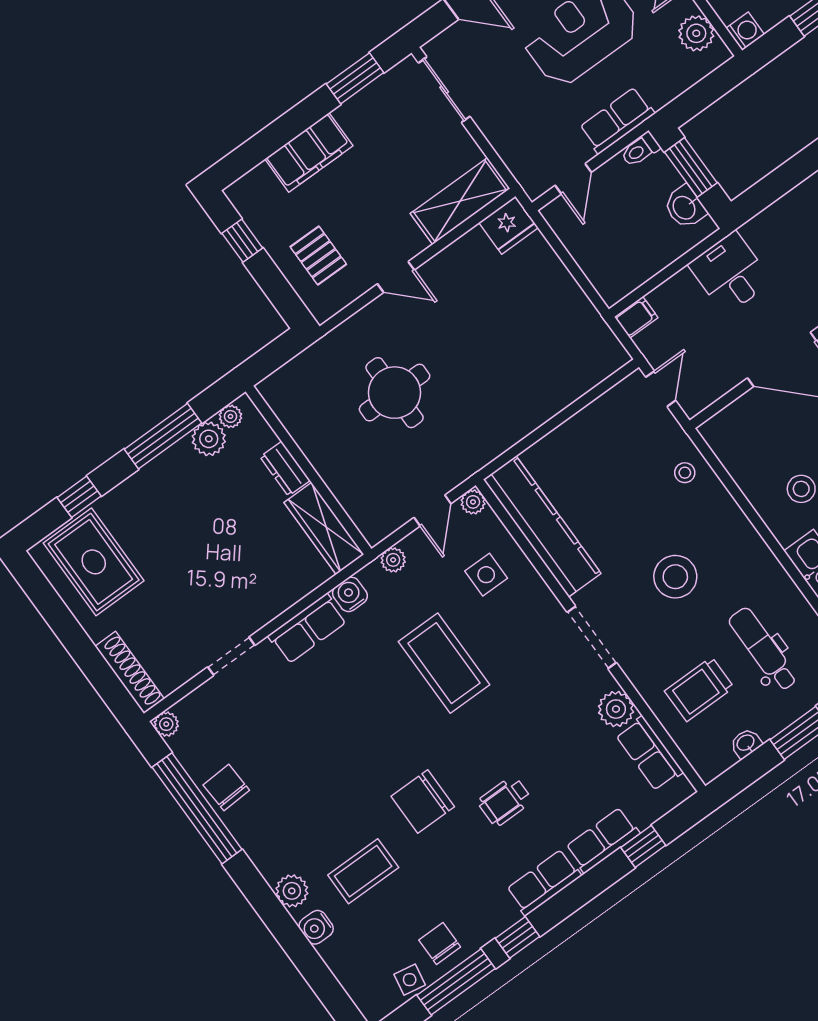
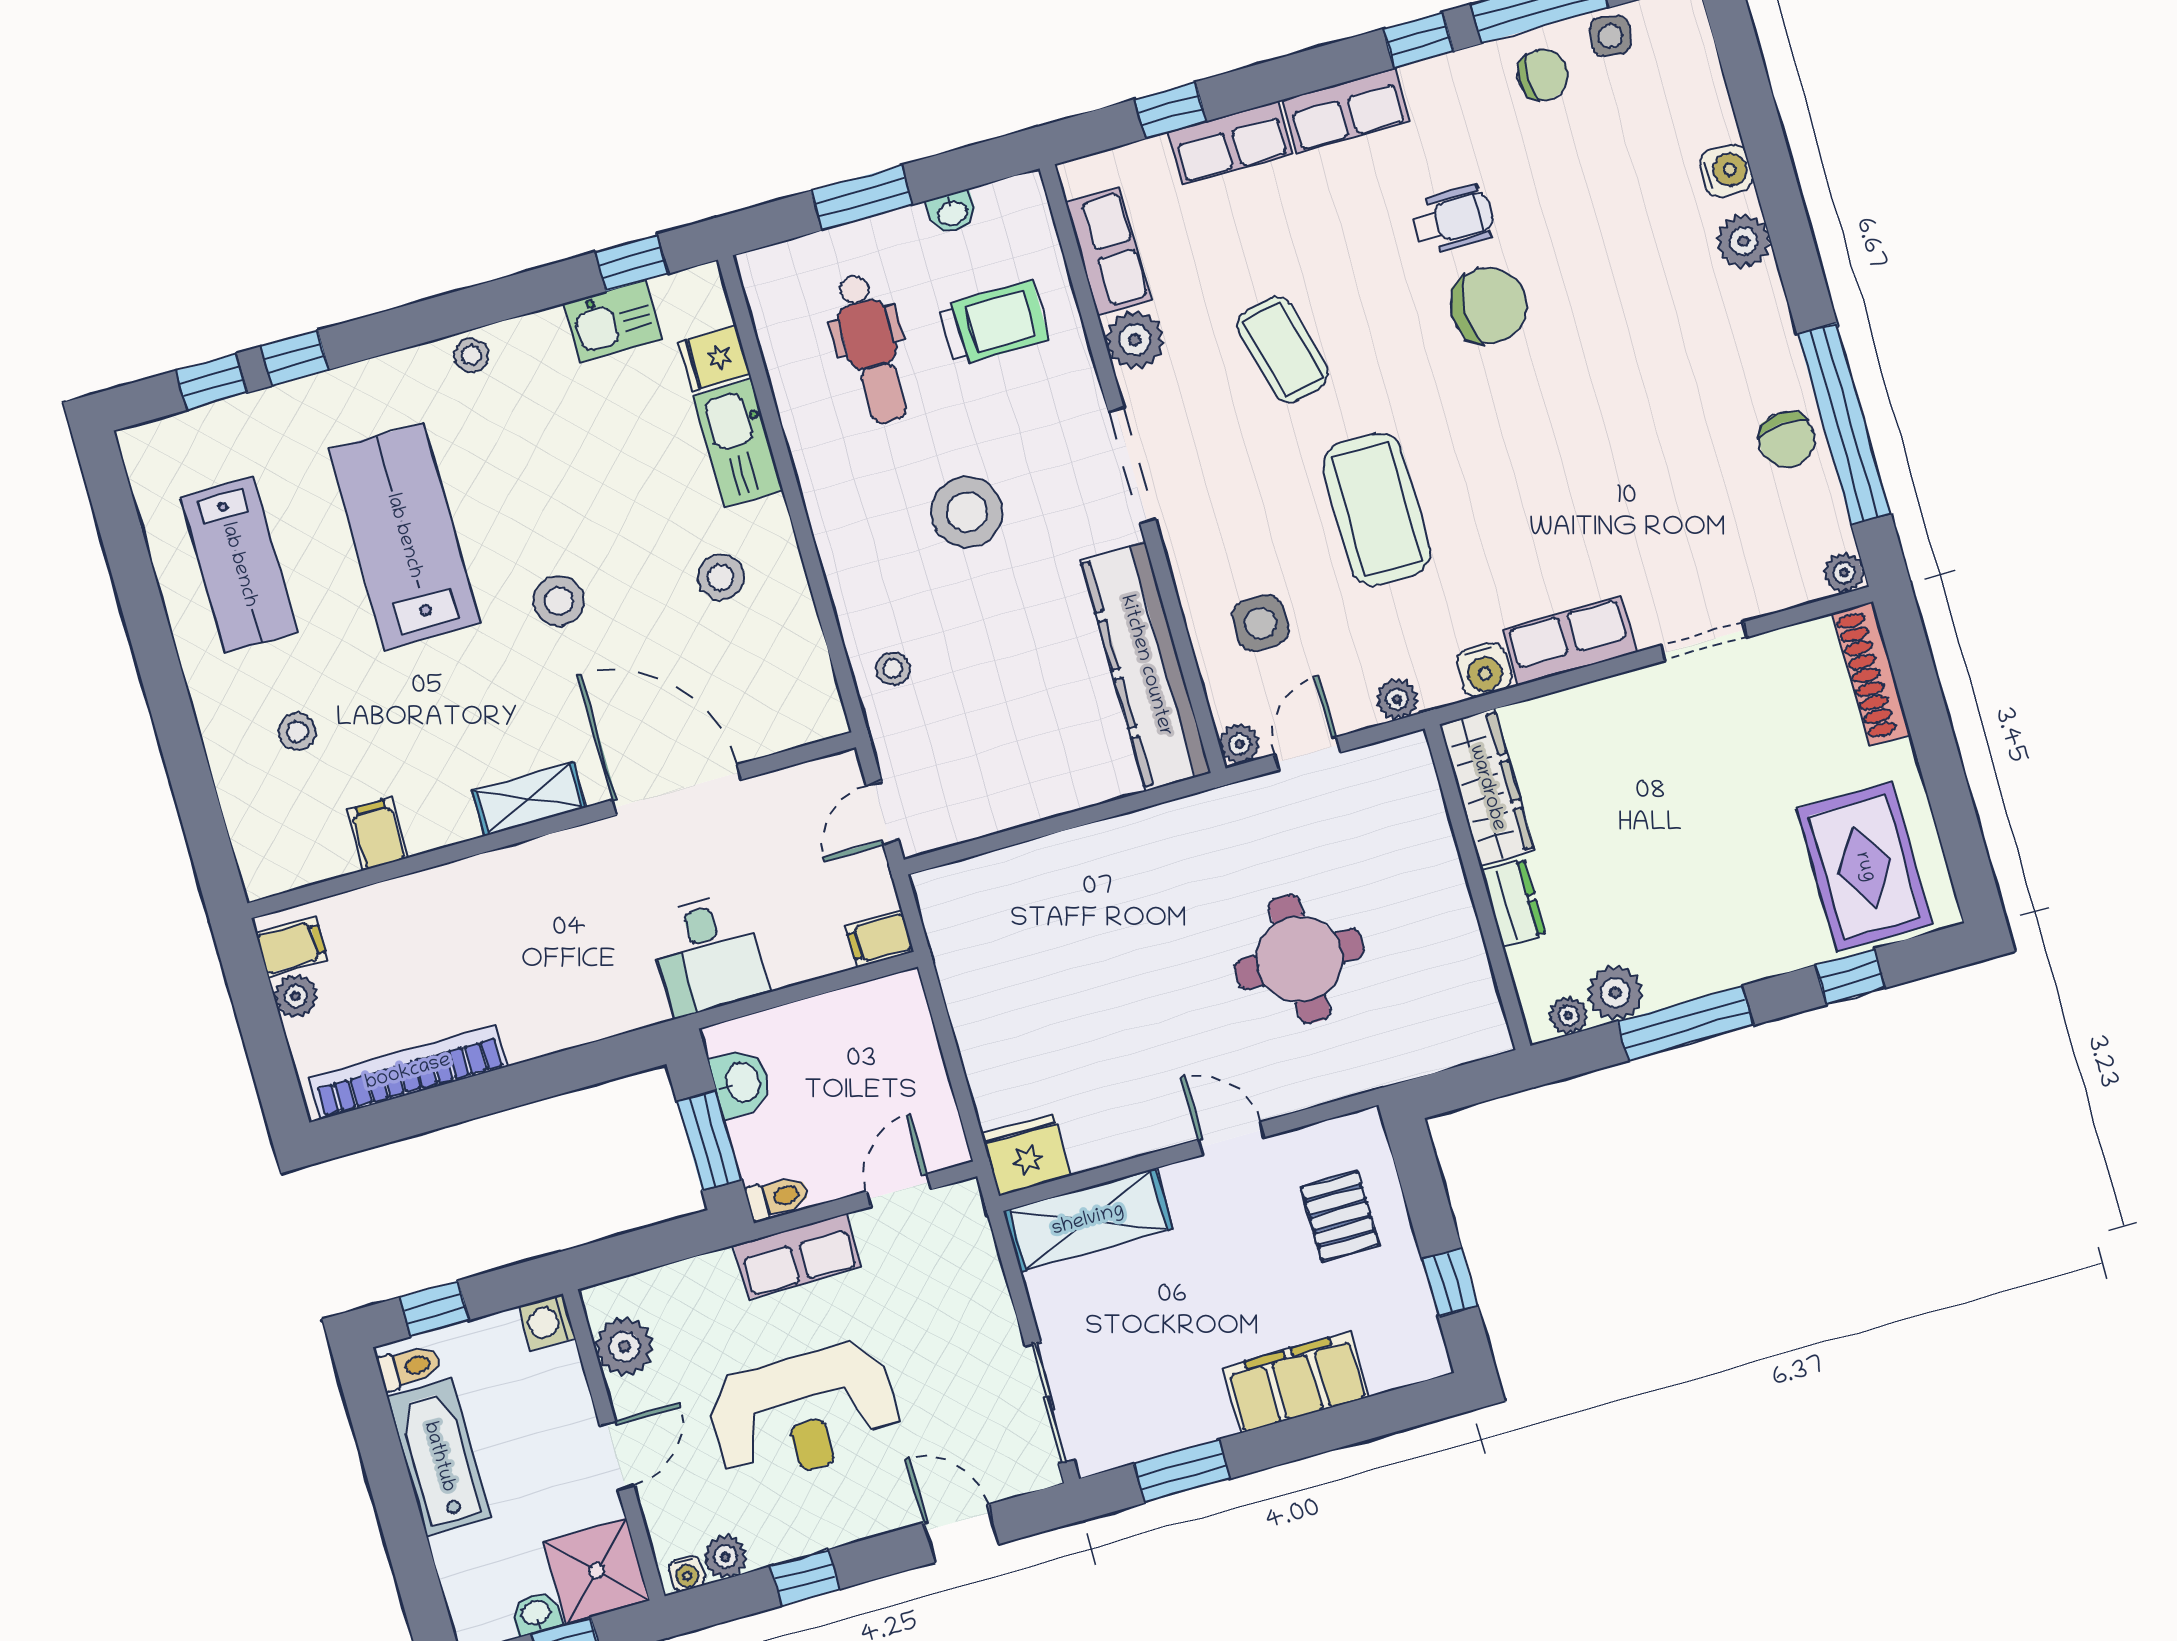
wheelchair: (505, 801) -> (1453, 219), moved
coffee table: (363, 871) -> (1283, 350), moved, turned 76
chair: (440, 943) -> (1543, 75), turned -90

